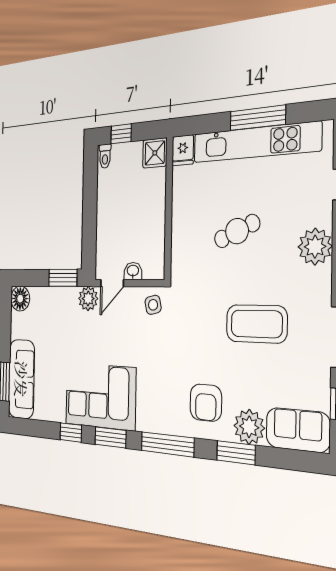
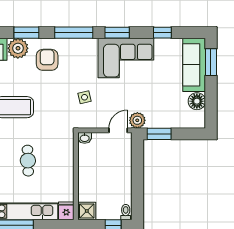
cafe table: (237, 231) -> (28, 161), turned -69
washbasin: (133, 271) -> (85, 138), moved
floor lamp: (20, 299) -> (197, 101), moved
side table: (153, 305) -> (84, 97), moved
window: (71, 433) -> (162, 33), moved

